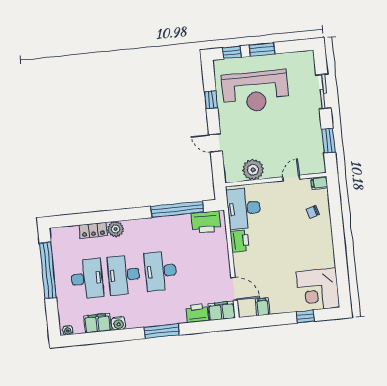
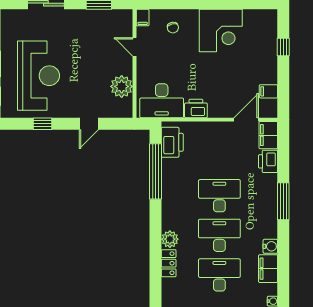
desk: (161, 271) -> (219, 196), turned 180
desk: (124, 275) -> (219, 235), turned 180
corner desk: (318, 290) -> (221, 31), moved

